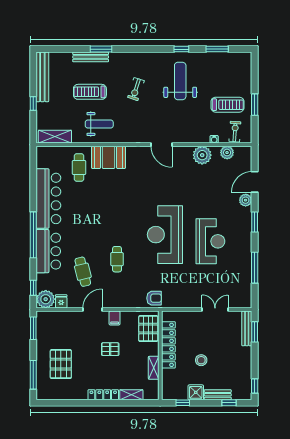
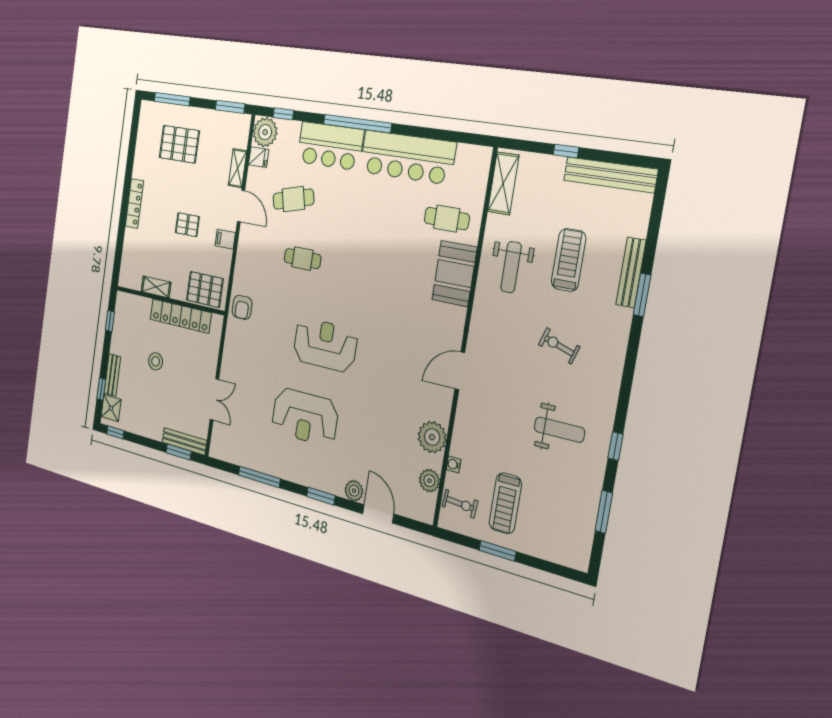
weight bench: (180, 81) -> (559, 430), width x0.73, depth x0.75
reception desk: (165, 235) -> (325, 345), width x0.74, depth x0.77
pallet: (110, 349) -> (187, 225), turned 90
shower: (196, 392) -> (111, 408), moved
shelving: (131, 395) -> (237, 168), moved

